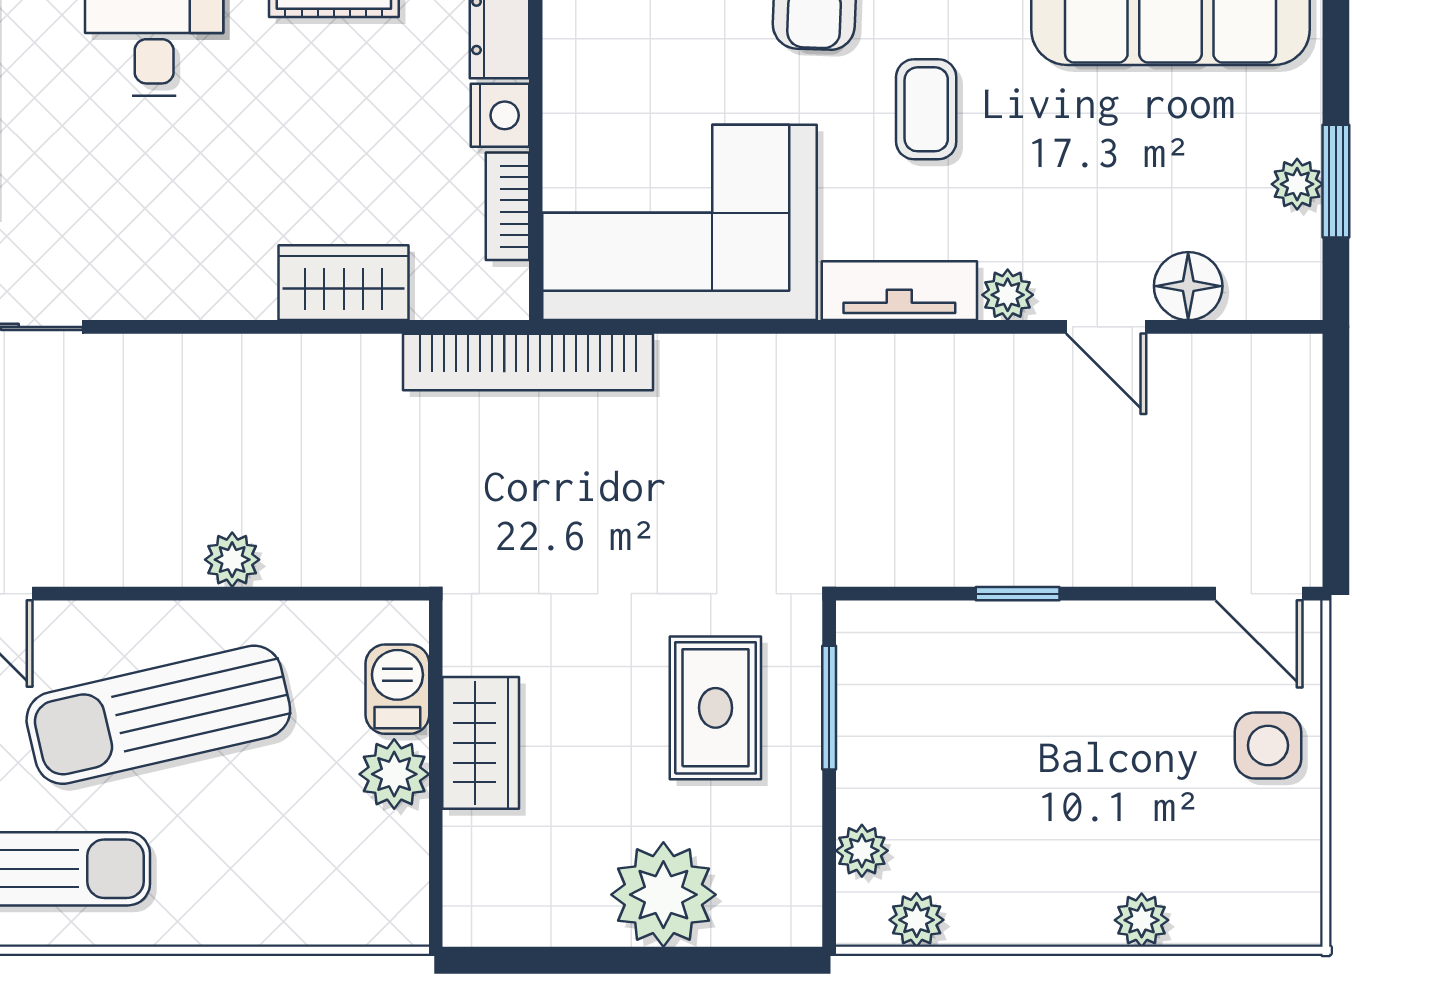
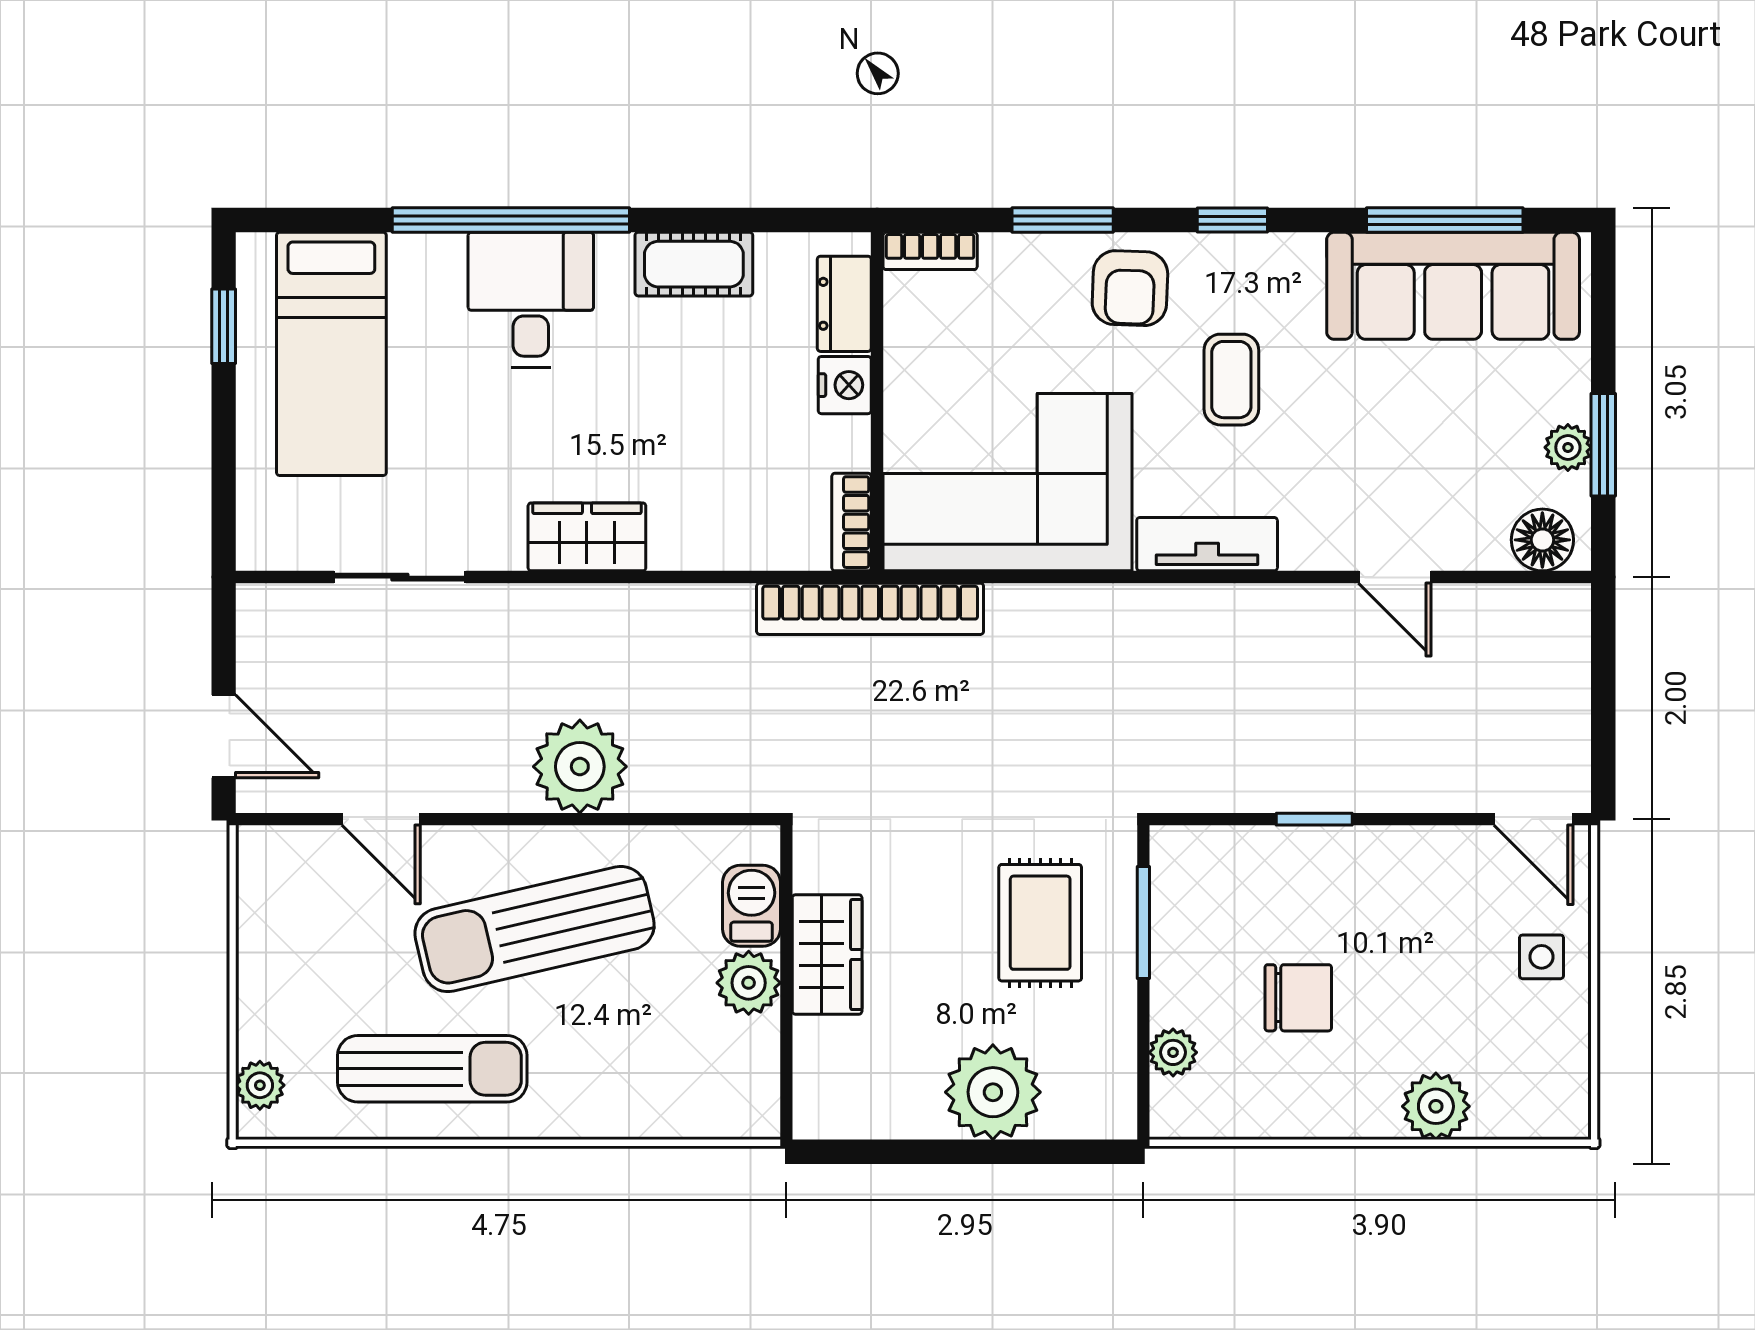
bookcase: (508, 206) -> (851, 522), moved
wardrobe: (344, 283) -> (587, 537), moved
floor lamp: (1188, 286) -> (1542, 540), moved
plant: (1008, 295) -> (1305, 548), removed
plant: (232, 560) -> (580, 767), width x1.87, depth x1.87
side table: (1268, 745) -> (1542, 957), width x0.73, depth x0.73
chair: (1000, 791) -> (1298, 998), added
plant: (917, 920) -> (1223, 1115), removed
plant: (1142, 920) -> (1436, 1106), width x1.38, depth x1.38

